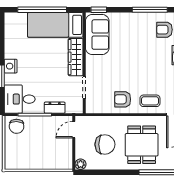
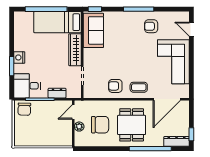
plant: (81, 164) -> (79, 127), moved

